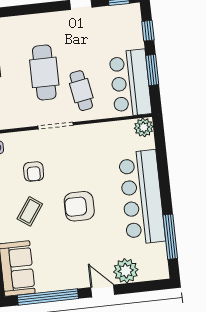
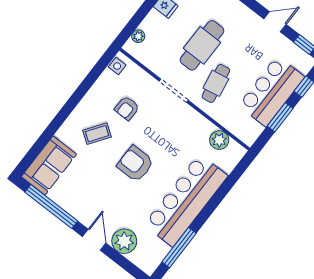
bar counter: (130, 83) -> (271, 91), moved
plant: (144, 127) -> (219, 140), moved

